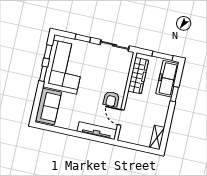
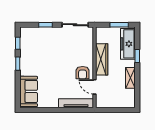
corner sofa: (65, 67) -> (35, 54), removed
wardrobe: (138, 76) -> (102, 59), moved
shelving: (157, 137) -> (130, 78), moved

